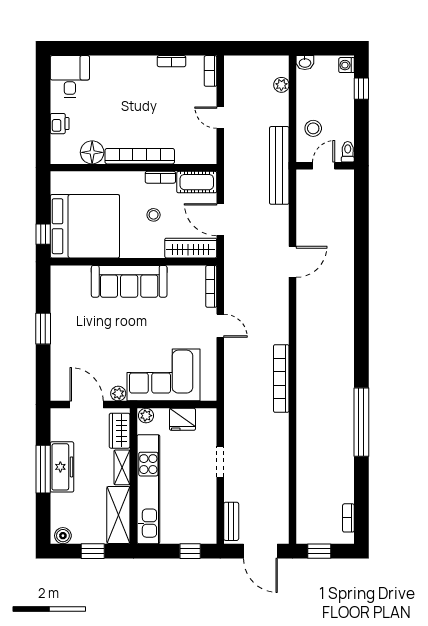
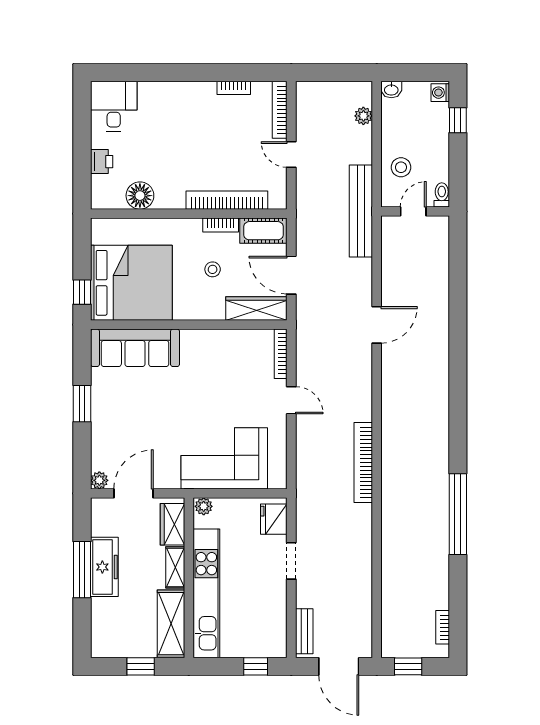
bookcase: (210, 71) -> (280, 110), width x1.56
bookcase: (140, 156) -> (227, 200), moved
sofa: (129, 281) -> (135, 348), moved
plant: (118, 394) -> (99, 480), moved
door: (87, 405) -> (134, 493), hinge flipped
fridge: (182, 419) -> (274, 519), moved, turned 90
boiler: (63, 536) -> (105, 648), removed

